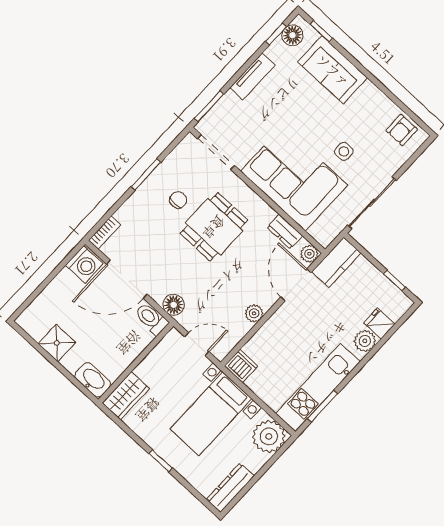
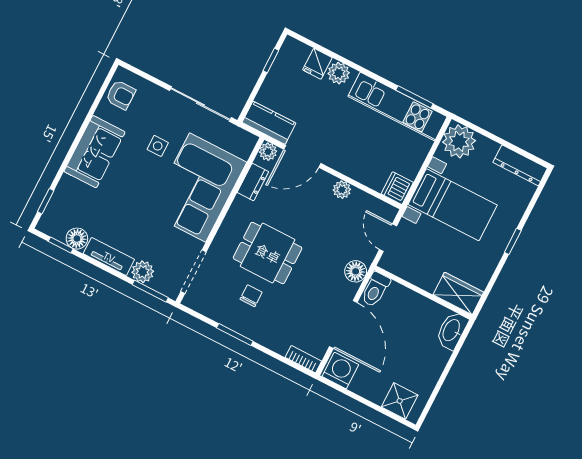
floor lamp: (292, 35) -> (77, 239), moved
sofa: (333, 70) -> (95, 152), moved
plant: (229, 104) -> (143, 272), added
chair: (178, 200) -> (251, 296), turned 90
shower: (57, 343) -> (400, 401), moved

